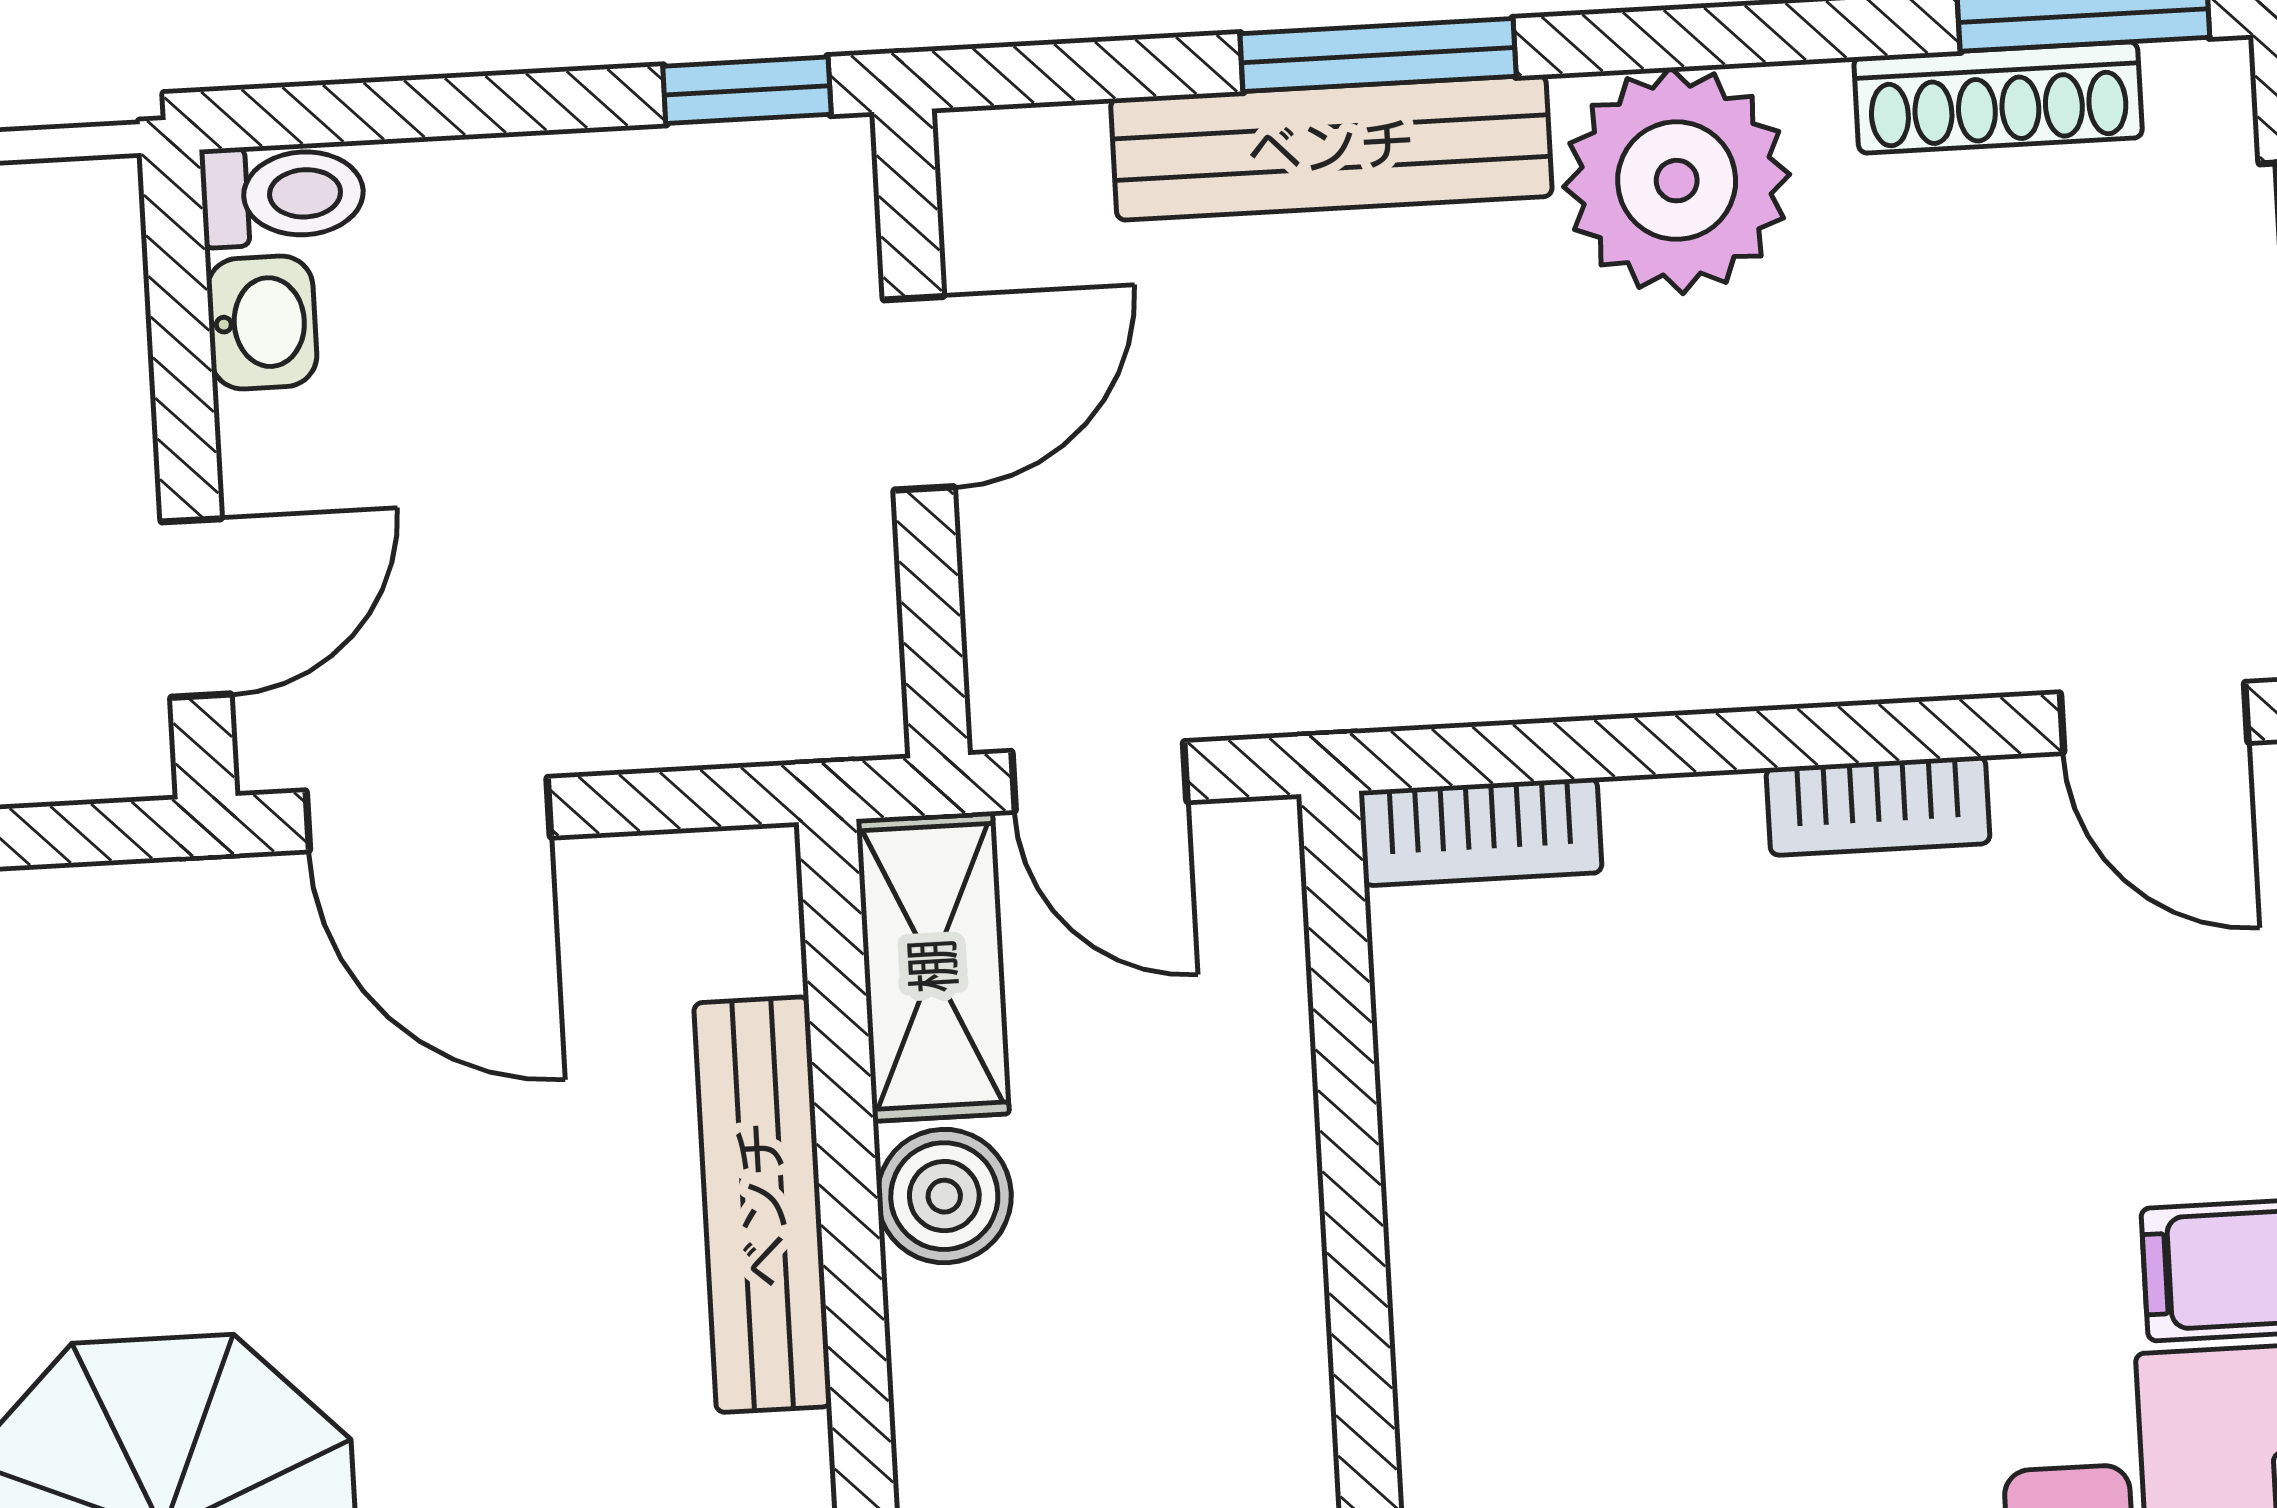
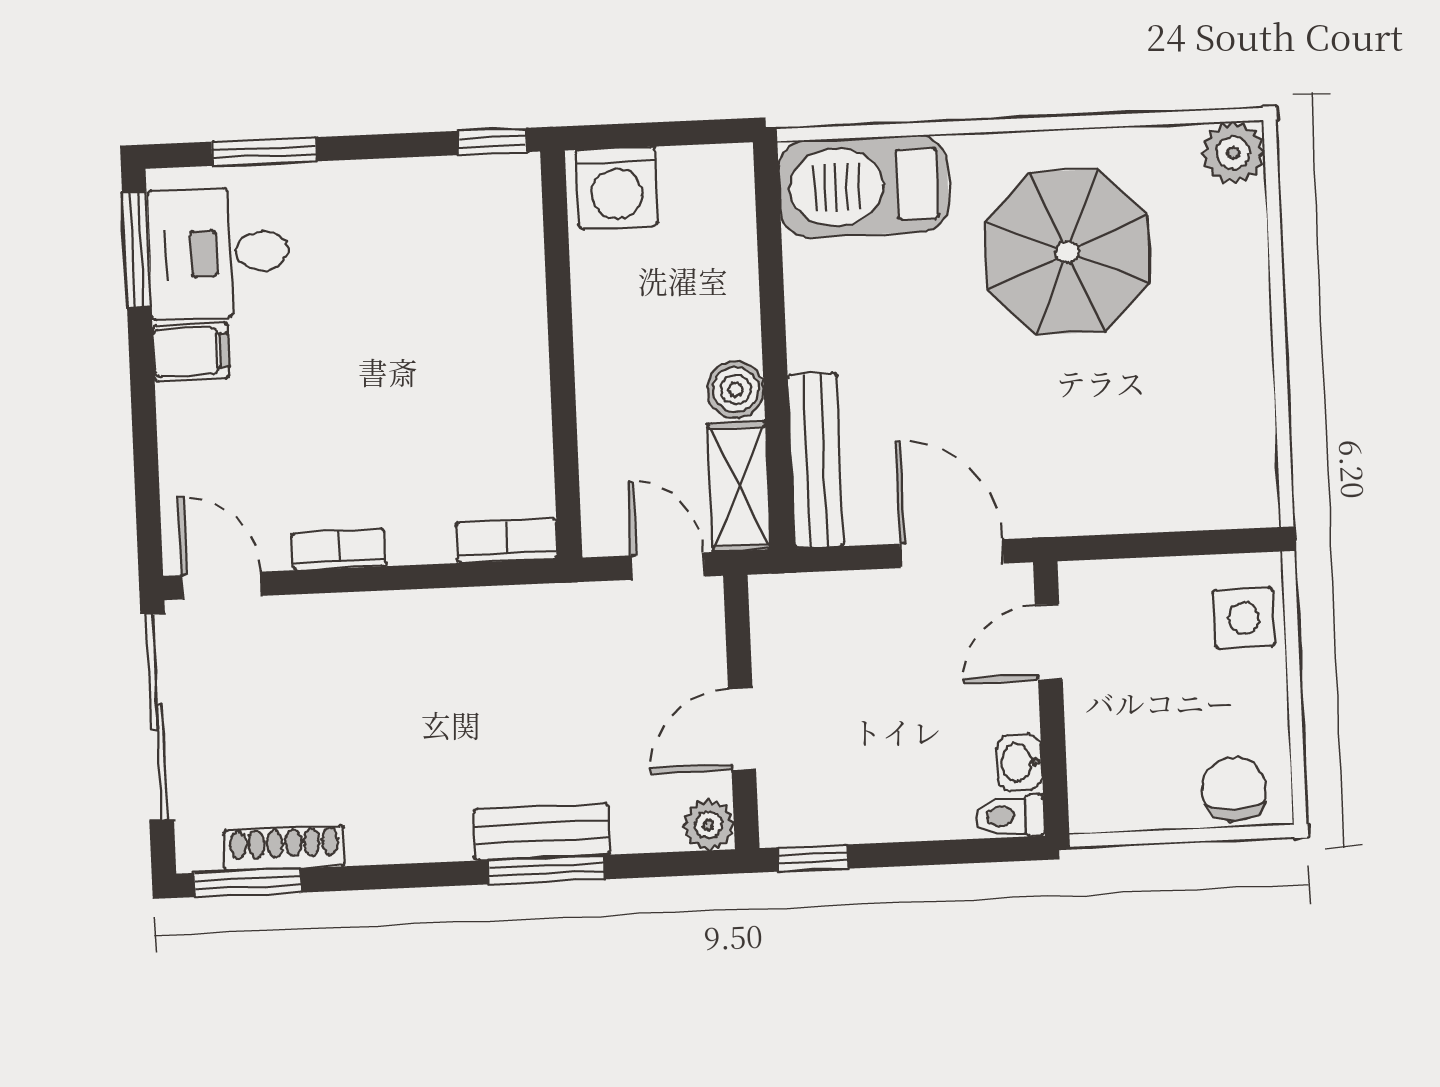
bench: (1331, 147) -> (542, 832), width x0.73
plant: (1677, 181) -> (708, 825), moved, width x0.53, depth x0.53
bench: (763, 1205) -> (816, 460), moved

